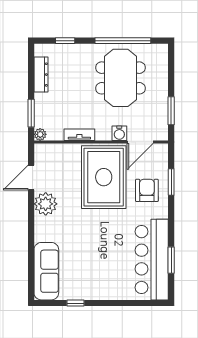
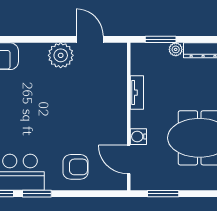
plant: (40, 134) -> (176, 49), moved
rug: (104, 177) -> (90, 119), removed
window: (171, 182) -> (37, 194), moved

